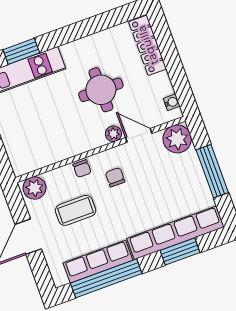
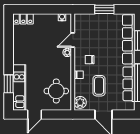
locker: (148, 45) -> (23, 19), width x0.66
round table: (101, 90) -> (56, 91), moved
plant: (177, 139) -> (82, 21), removed
window: (212, 171) -> (104, 9), width x0.69

